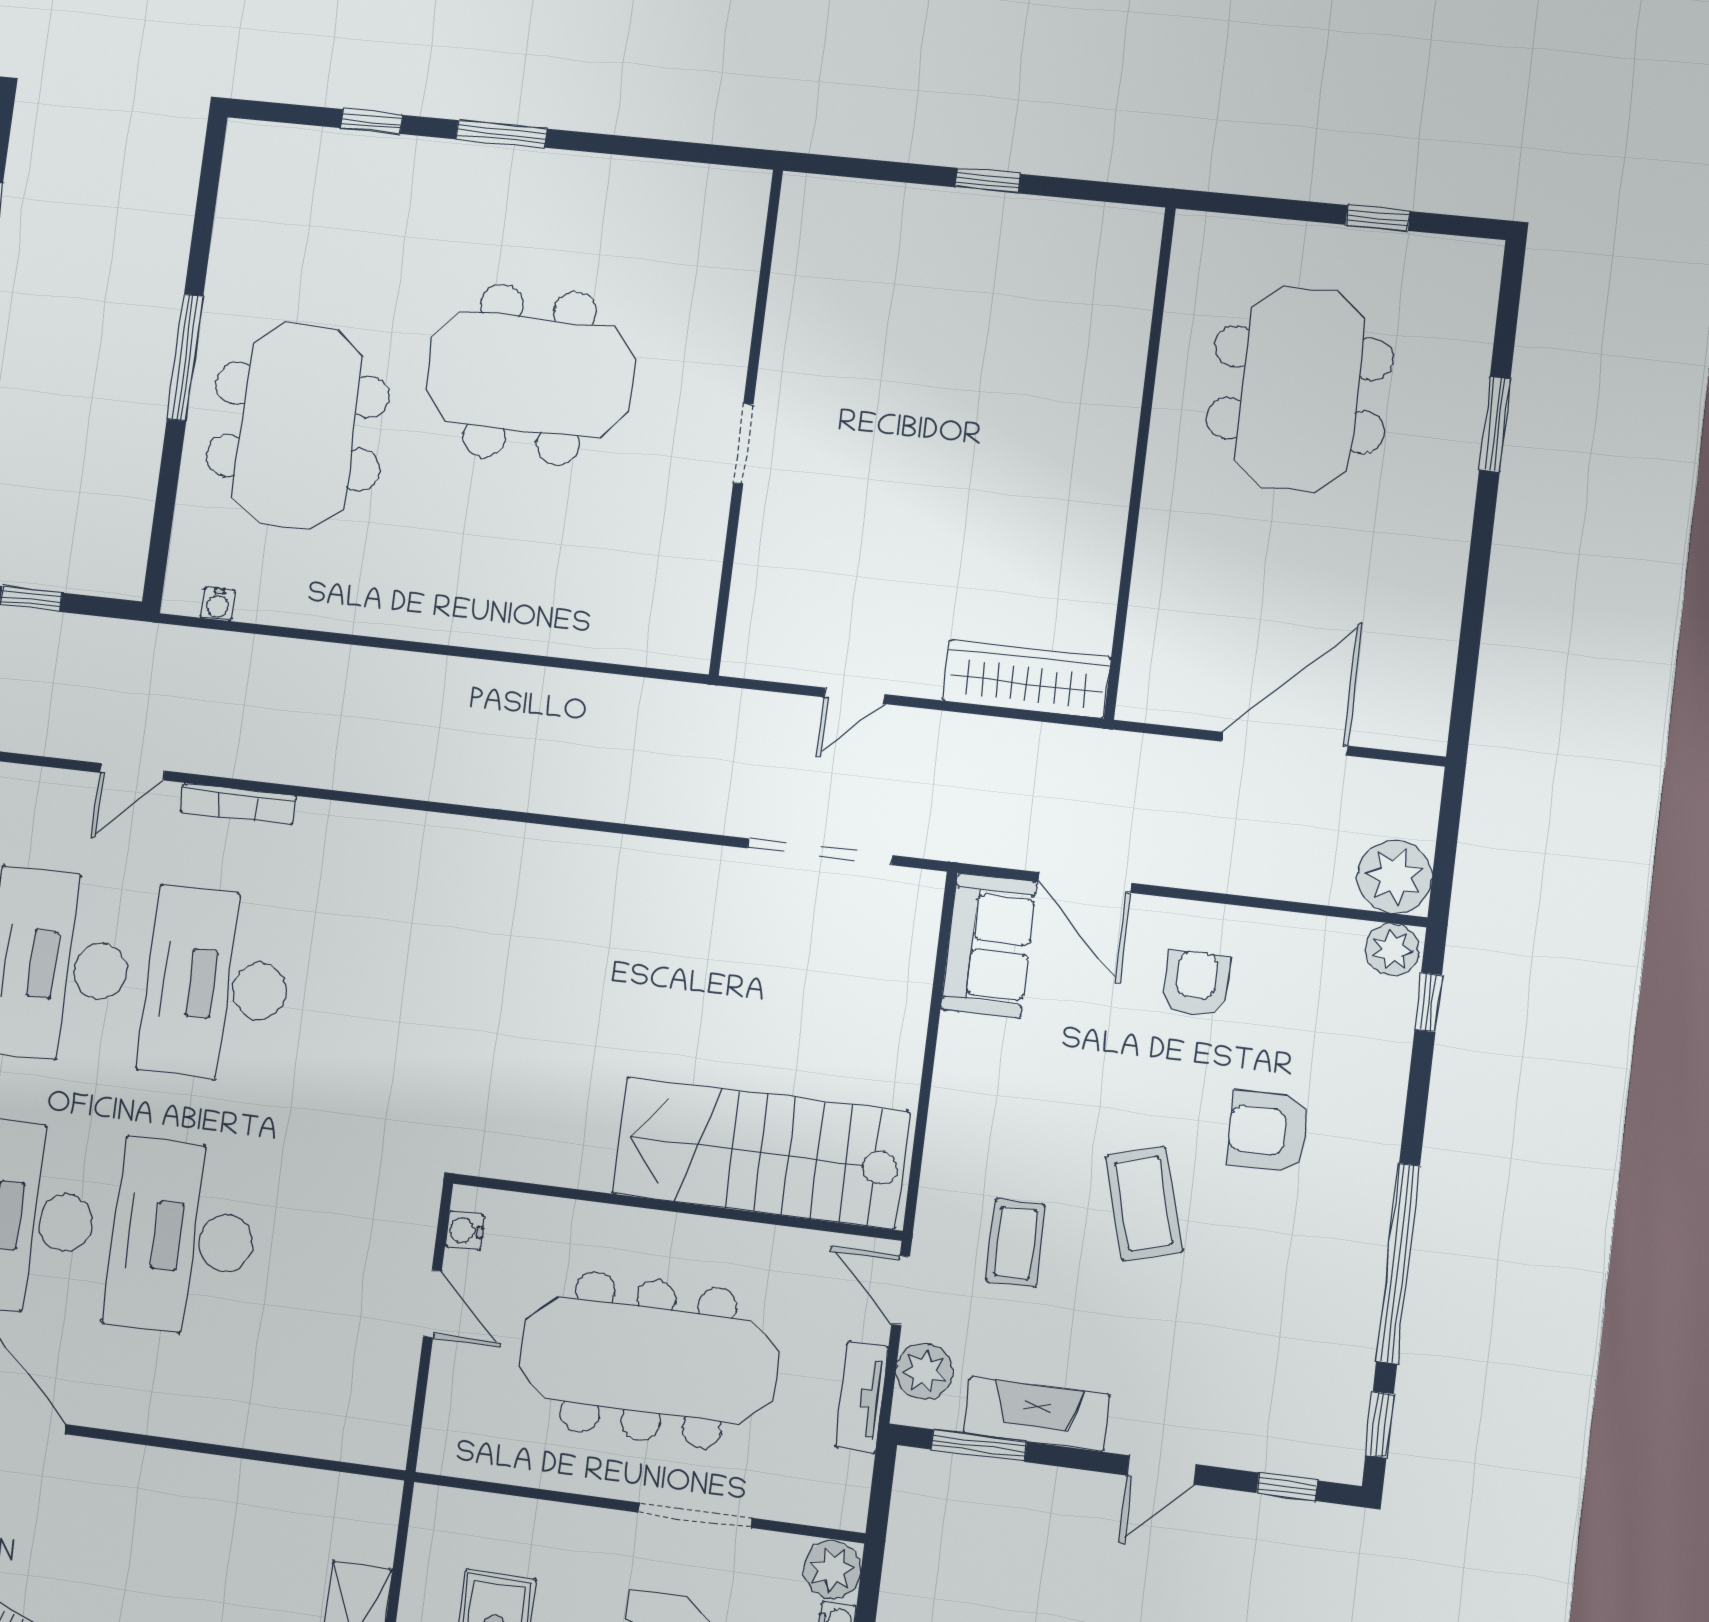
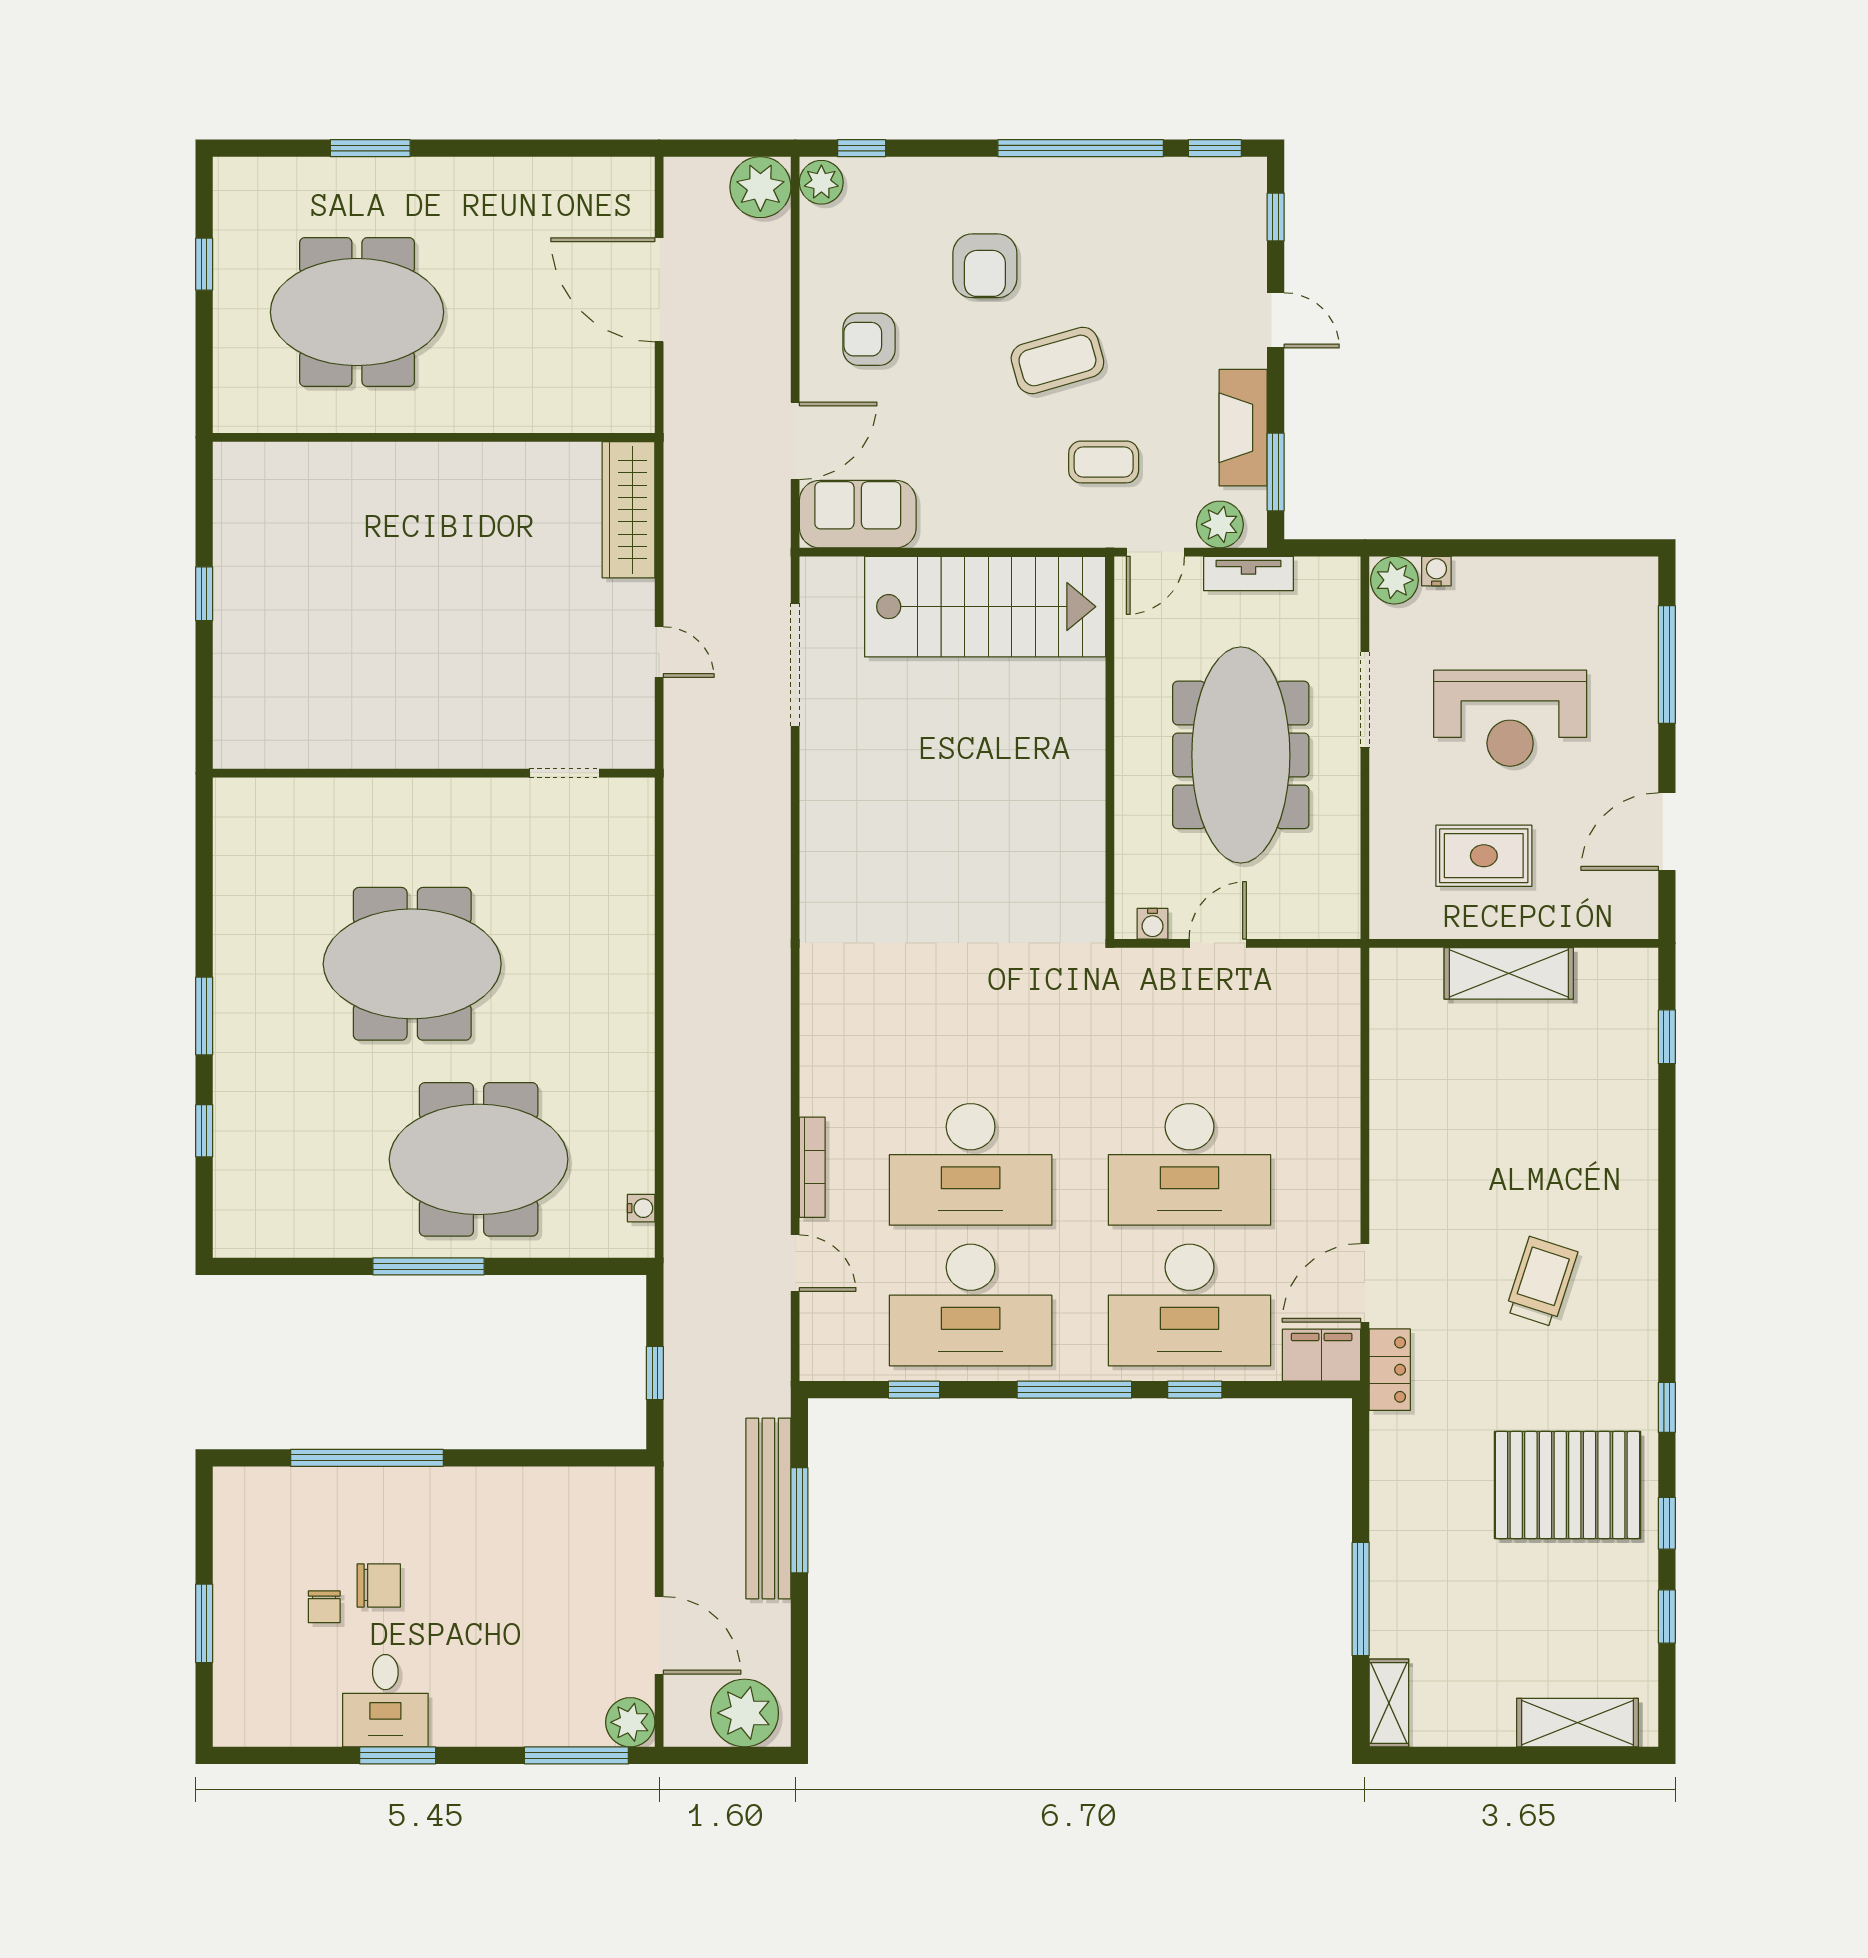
meeting table: (530, 374) -> (412, 964), turned 90
doorway: (743, 444) -> (564, 773), moved
stairs: (760, 1153) -> (985, 607), moved, turned -90

